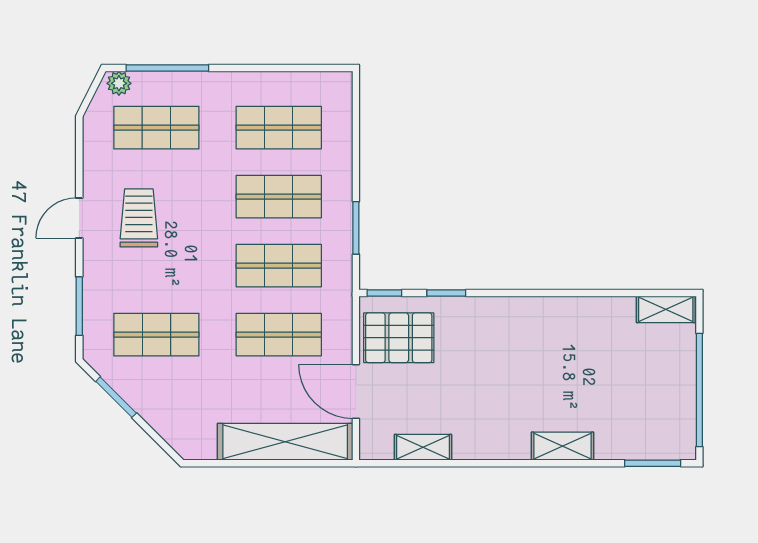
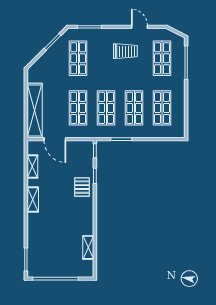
plant: (119, 83) -> (180, 43), removed
door: (79, 218) -> (139, 27), moved
shelving: (666, 309) -> (88, 247), moved
pallet: (399, 338) -> (82, 187), moved, width x0.67, depth x0.71
door: (356, 392) -> (55, 139), swing flipped
shelving: (563, 446) -> (33, 200), moved

